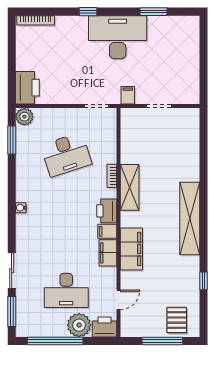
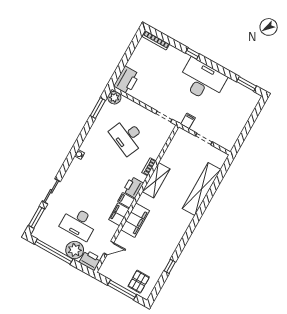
window: (153, 12) -> (246, 84), moved
desk: (66, 155) -> (127, 137), turned 42
shelving: (190, 219) -> (202, 189), moved

